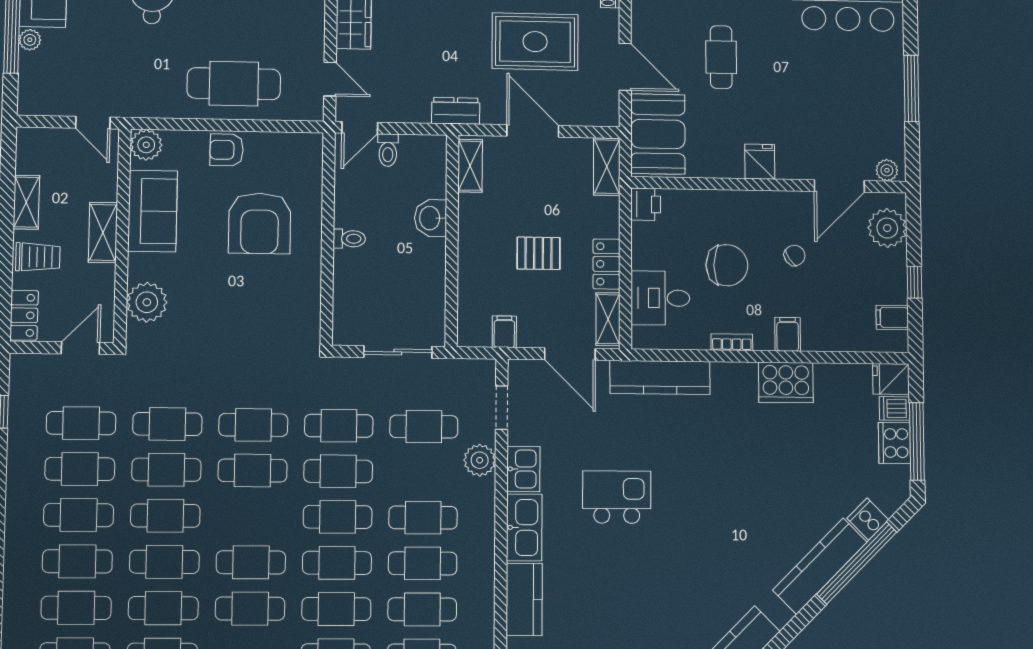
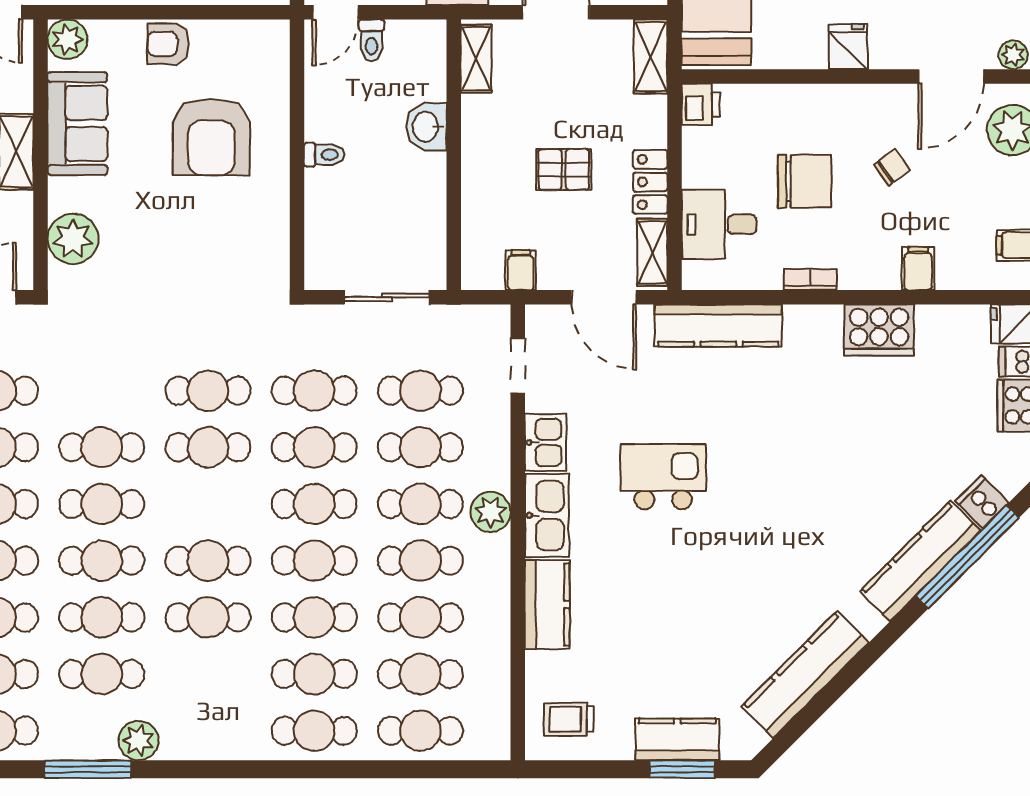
filing cabinet: (788, 334) -> (918, 269), moved
cafe table: (167, 424) -> (420, 447), moved
plant: (480, 460) -> (491, 512), moved

